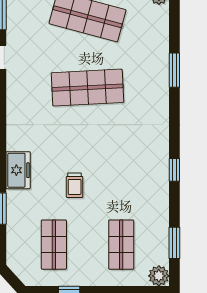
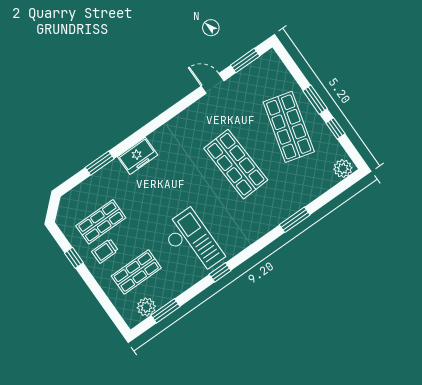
checkout: (130, 176) -> (192, 243), added
trolley: (75, 185) -> (105, 251), moved
plant: (159, 276) -> (146, 307), moved

